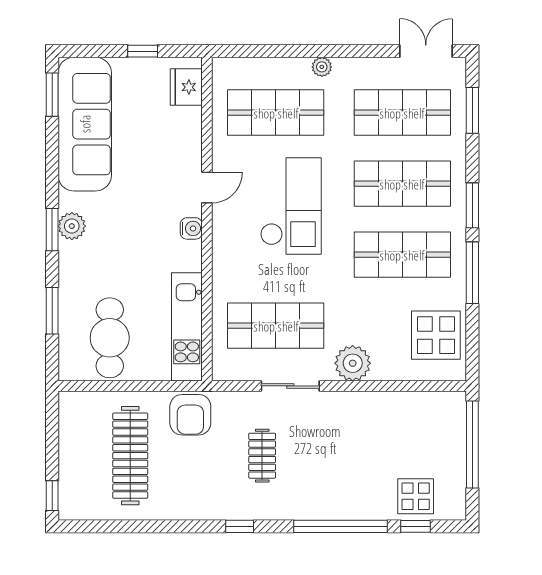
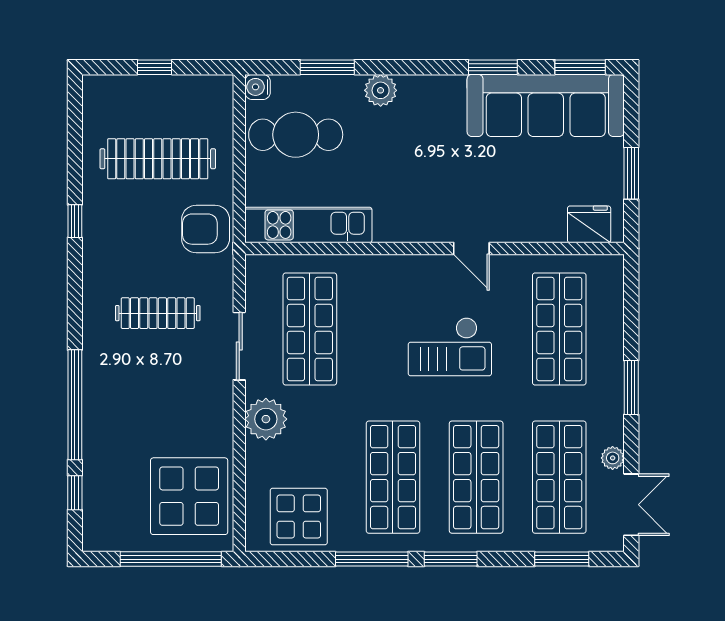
window: (143, 51) -> (631, 173), width x1.50
window: (326, 51) -> (631, 387), added
plant: (322, 67) -> (613, 458), moved
checkout: (291, 206) -> (450, 347), width x0.73, depth x0.83
plant: (72, 226) -> (381, 90), moved
water cooler: (191, 228) -> (258, 87), moved, turned 90
window: (52, 230) -> (493, 67), moved
clothes rail: (262, 456) -> (158, 313), width x1.36
window: (52, 496) -> (155, 67), moved
display table: (416, 496) -> (189, 496), moved, width x1.86, depth x1.86
window: (240, 526) -> (75, 221), moved

